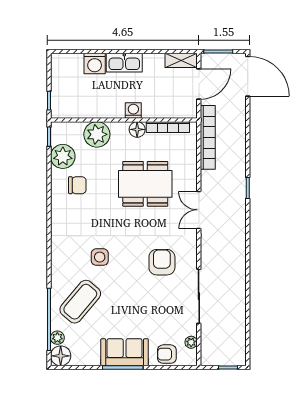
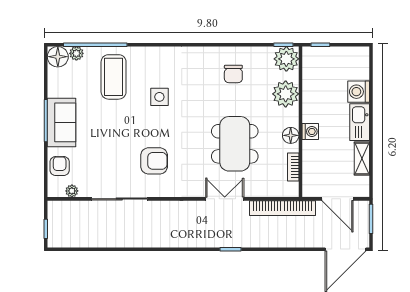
shelving: (181, 60) -> (362, 158), moved
bookcase: (168, 127) -> (293, 167), width x0.64
plant: (63, 156) -> (286, 59), moved
double door: (199, 210) -> (225, 199), moved
coffee table: (80, 302) -> (114, 77), turned 50

